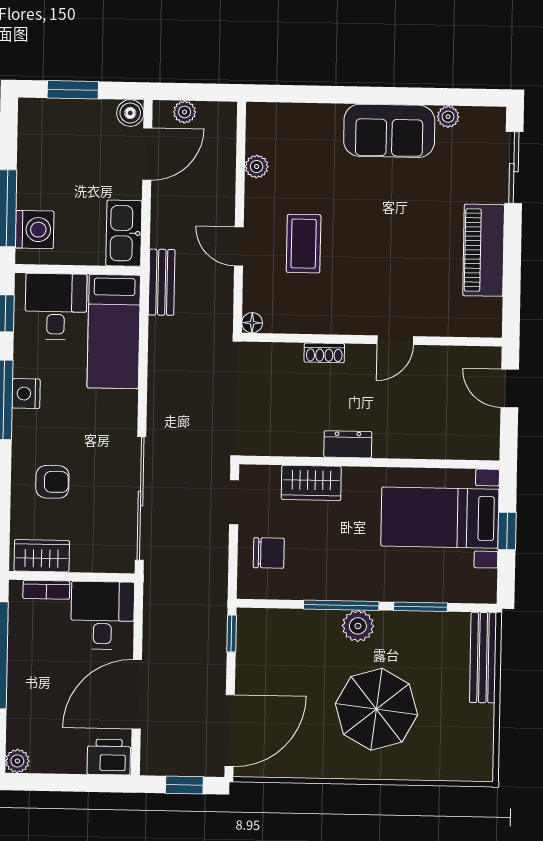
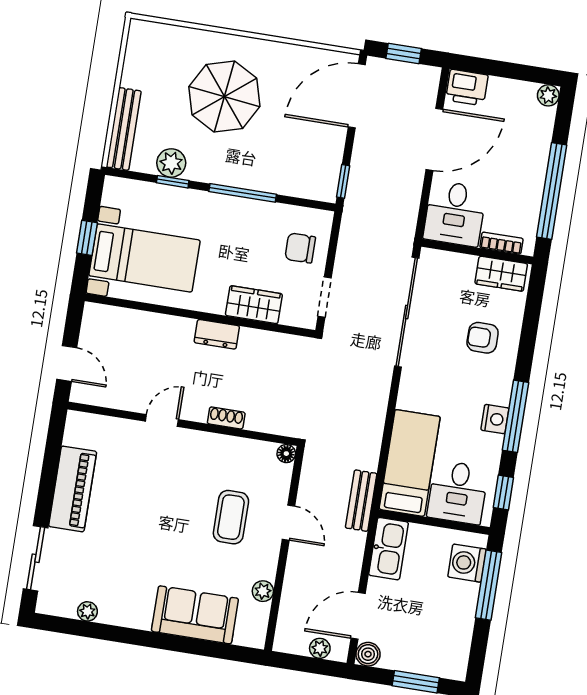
sofa: (389, 131) -> (195, 615), moved
window: (420, 607) -> (173, 182), width x0.67
plant: (358, 626) -> (171, 163), moved

